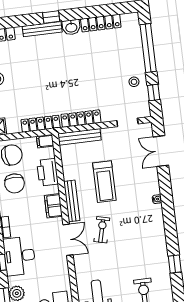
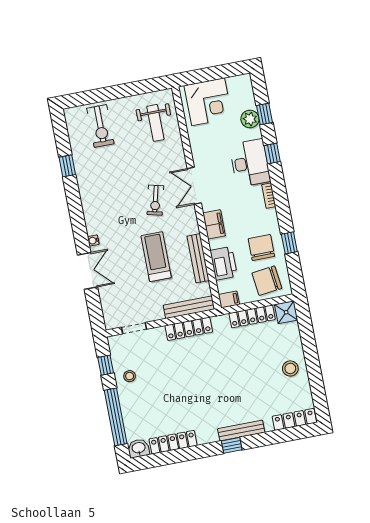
washbasin: (71, 27) -> (139, 448), moved
locker: (41, 124) -> (252, 316), moved
double door: (161, 151) -> (88, 271), moved
bench: (72, 201) -> (198, 258), moved

